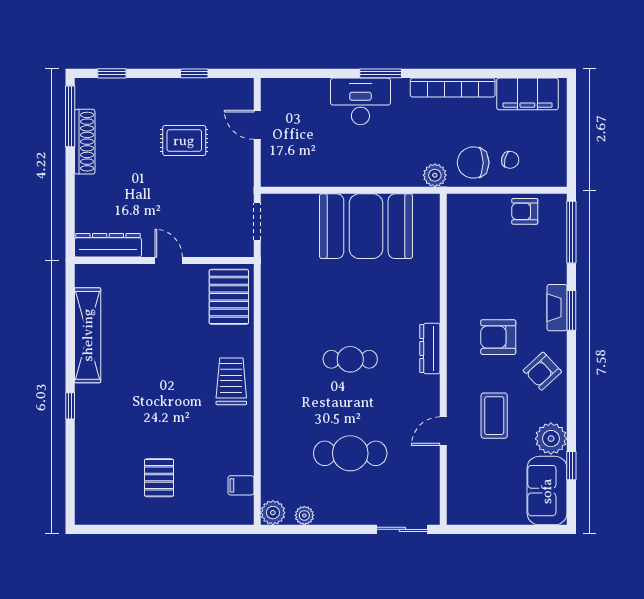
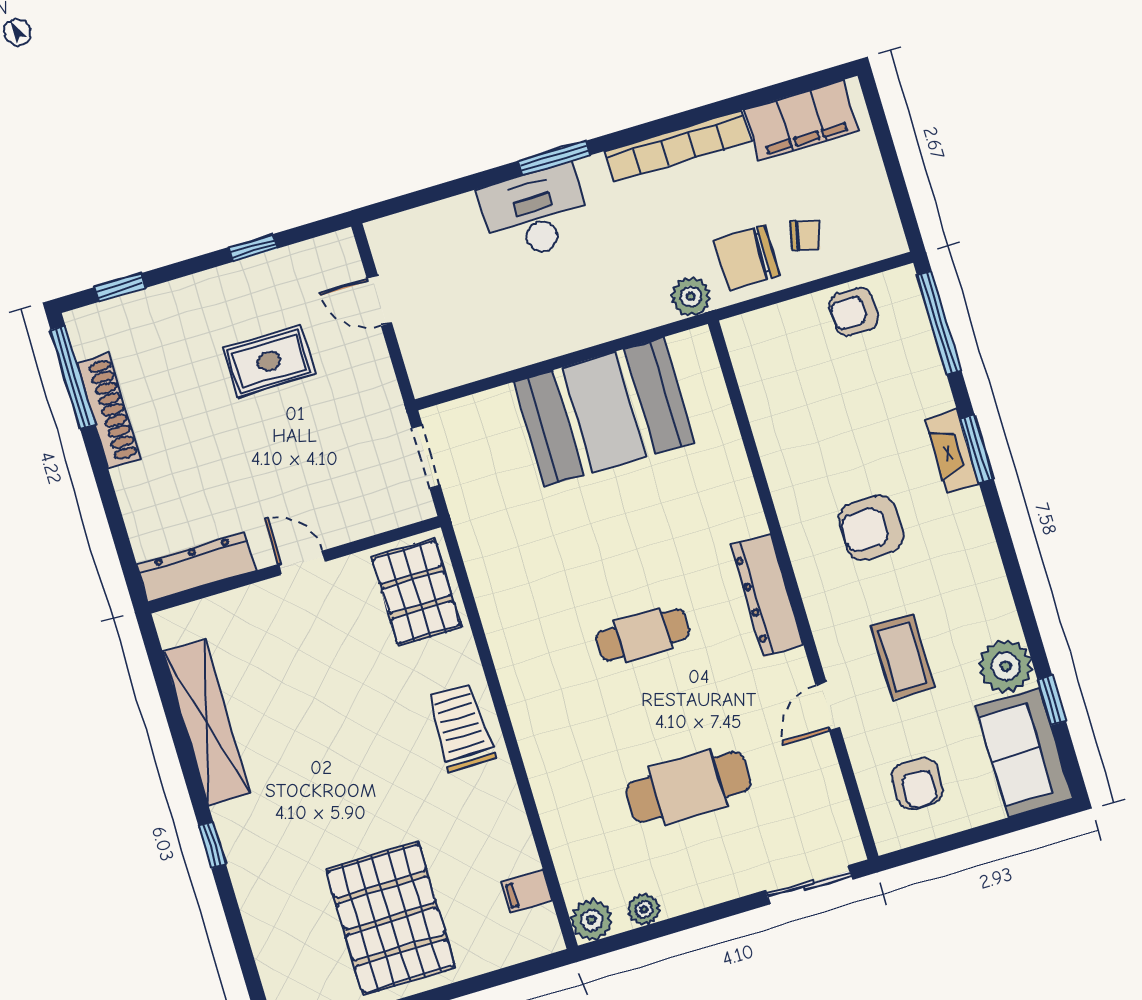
dresser: (430, 348) -> (767, 595), width x1.37, depth x1.24
armchair: (542, 371) -> (918, 783), moved, turned -47
pallet: (159, 478) -> (391, 919), width x2.05, depth x2.00

